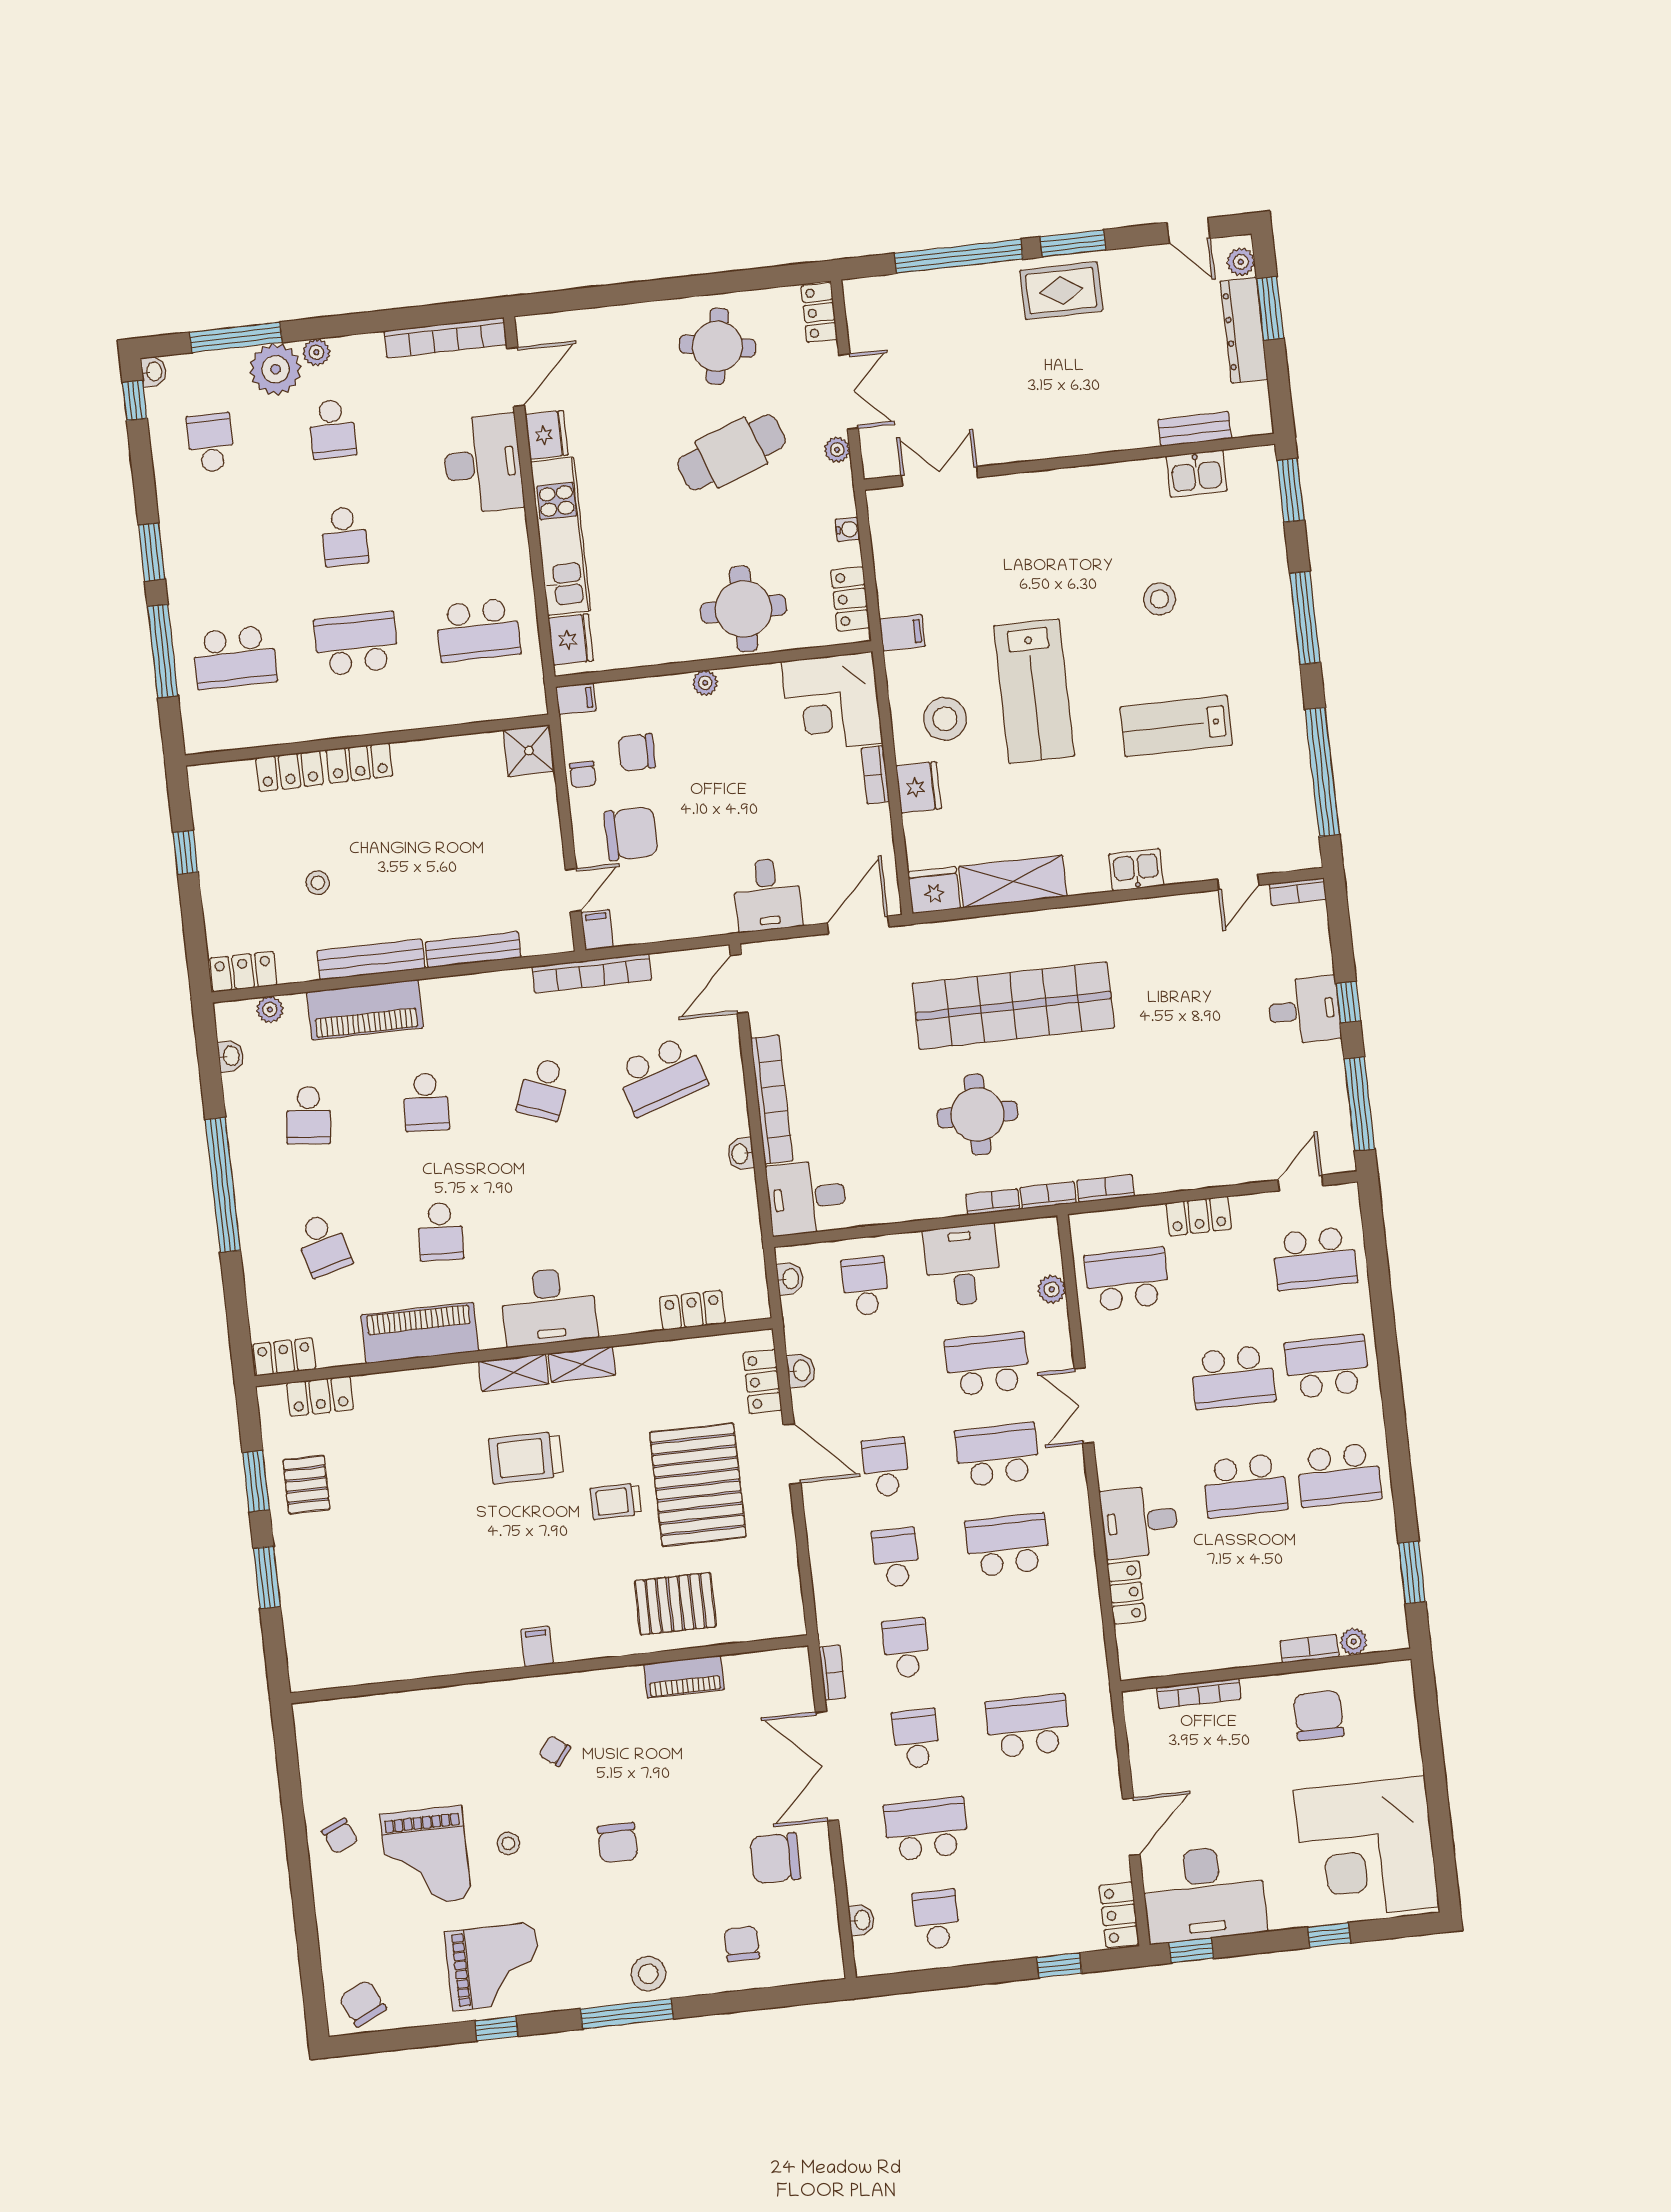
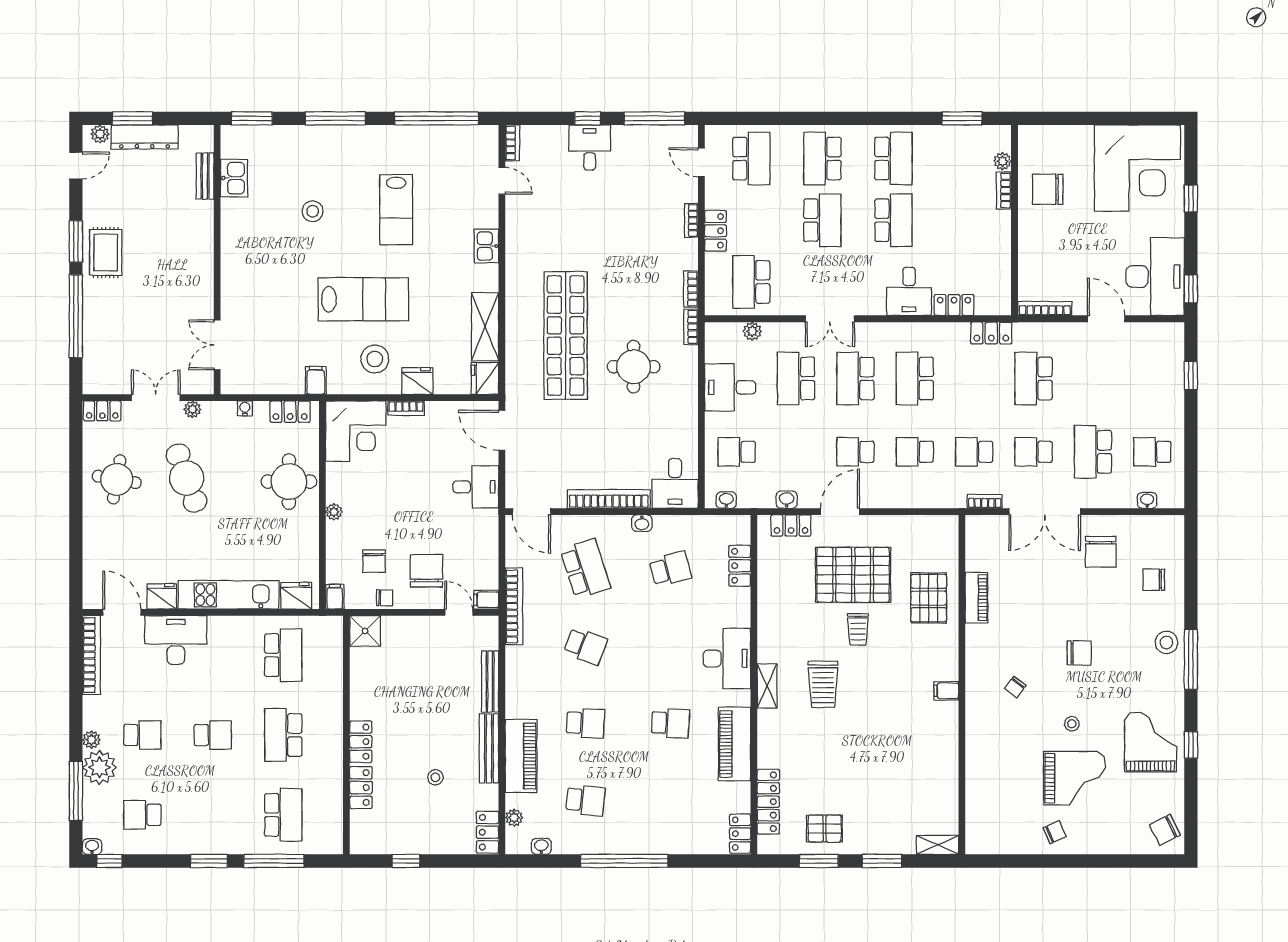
bookcase: (992, 1202) -> (691, 220), moved
school desk: (323, 1245) -> (670, 569), moved
shelving: (582, 1364) -> (938, 845), moved, turned 90
locker: (320, 1396) -> (768, 802), width x1.53
bookcase: (1199, 1693) -> (1045, 309), moved, turned -90
locker: (1119, 1915) -> (991, 333), moved

